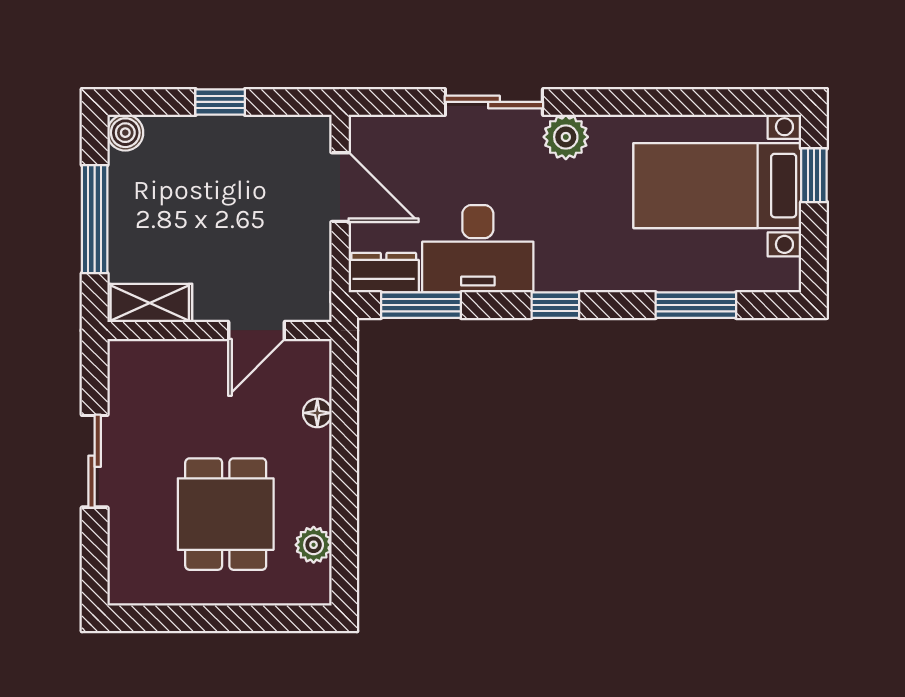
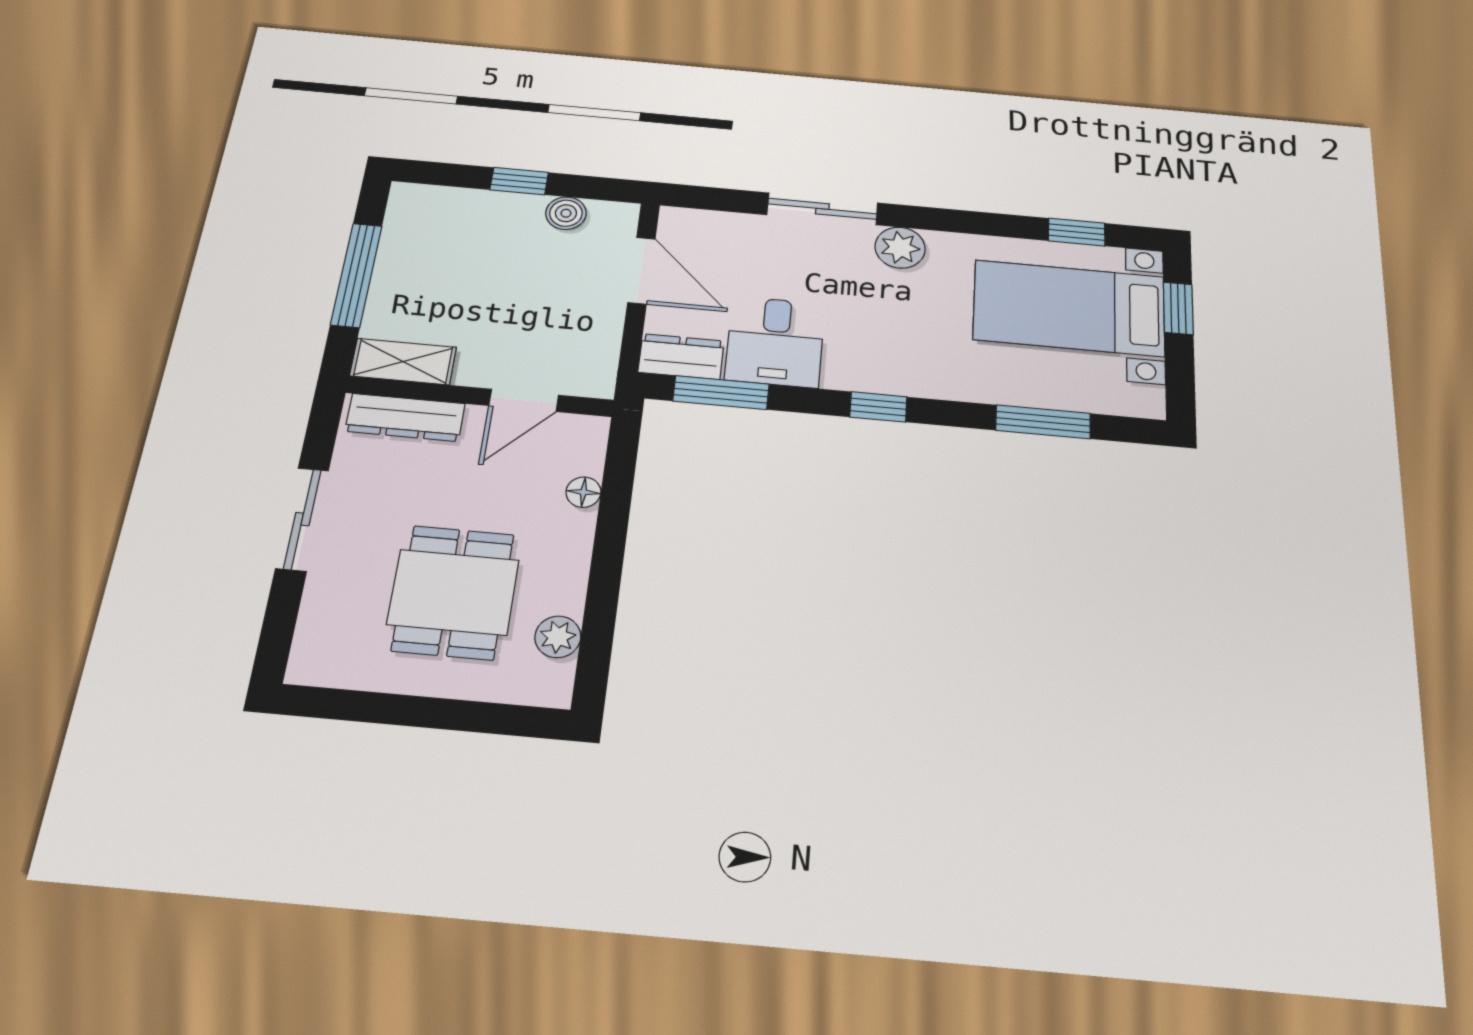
window: (724, 102) -> (1077, 232), added
boiler: (125, 133) -> (566, 213), moved
desk: (478, 249) -> (775, 342), width x0.73
dresser: (161, 358) -> (405, 417), added

